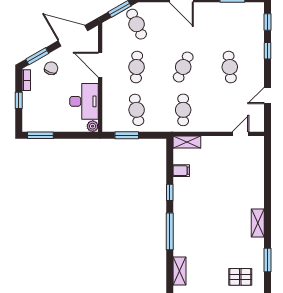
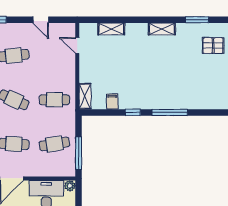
window: (127, 135) -> (78, 153), width x1.44
shelving: (179, 271) -> (111, 29), moved
pallet: (240, 277) -> (213, 46), turned 90

